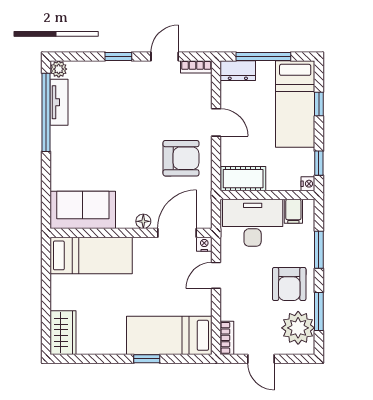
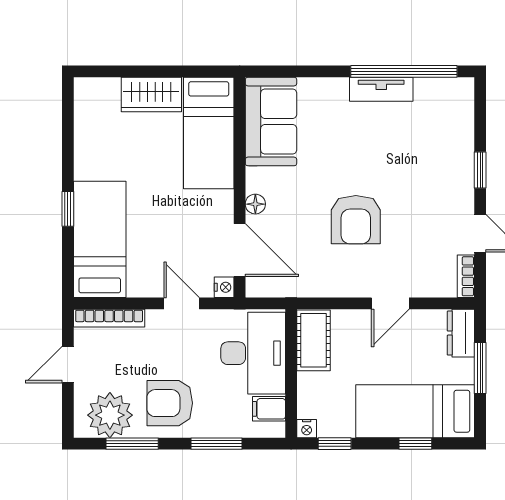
window: (263, 57) -> (480, 368), width x0.69
plant: (59, 69) -> (463, 89), removed
tv unit: (59, 102) -> (381, 89), moved
armchair: (181, 158) -> (356, 220), moved
wardrobe: (63, 333) -> (151, 95), moved
bookcase: (227, 338) -> (109, 318), width x1.56

